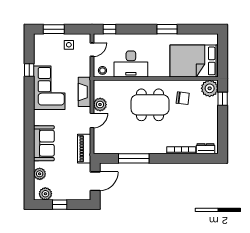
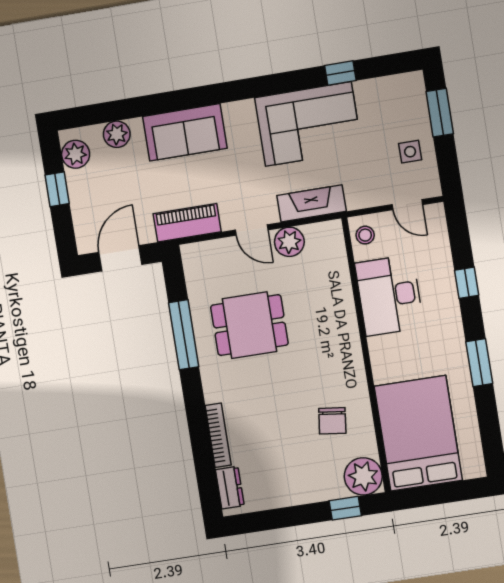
window: (110, 29) -> (467, 283), moved
dining table: (150, 105) -> (249, 325), moved, width x0.73
door: (95, 181) -> (120, 258), swing flipped

